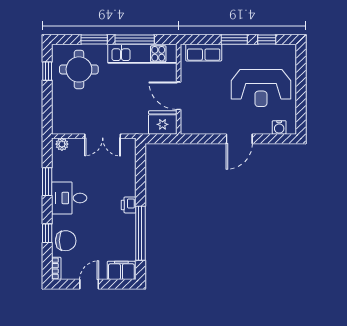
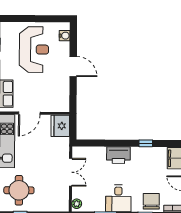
door: (179, 96) -> (29, 113), moved
printer: (129, 205) -> (118, 155), width x1.87, depth x1.48
window: (140, 233) -> (146, 143), width x0.32

